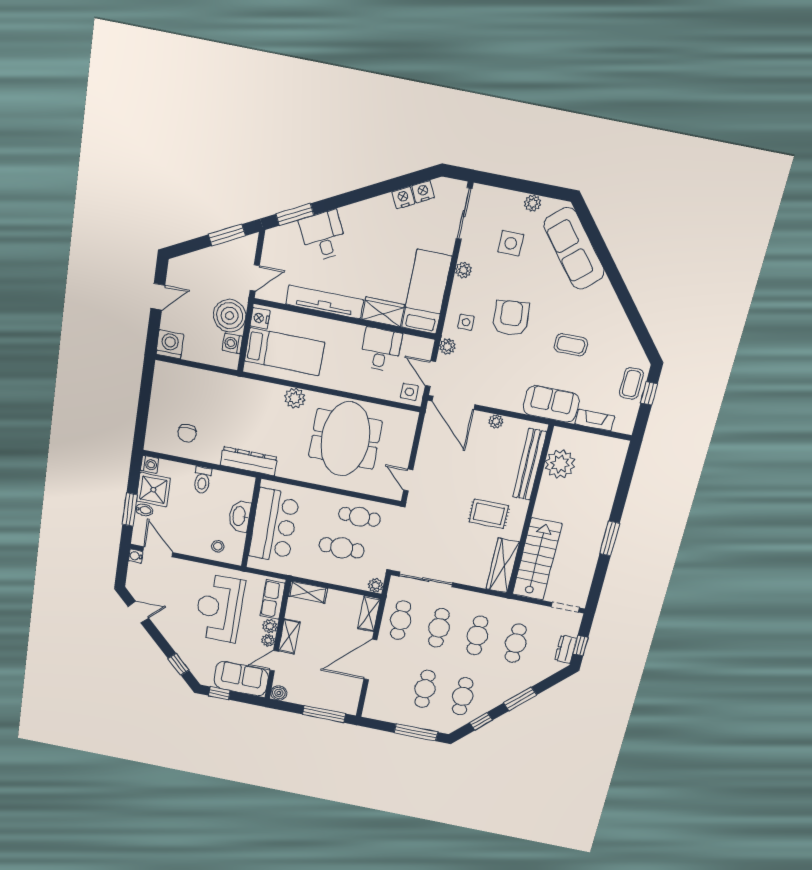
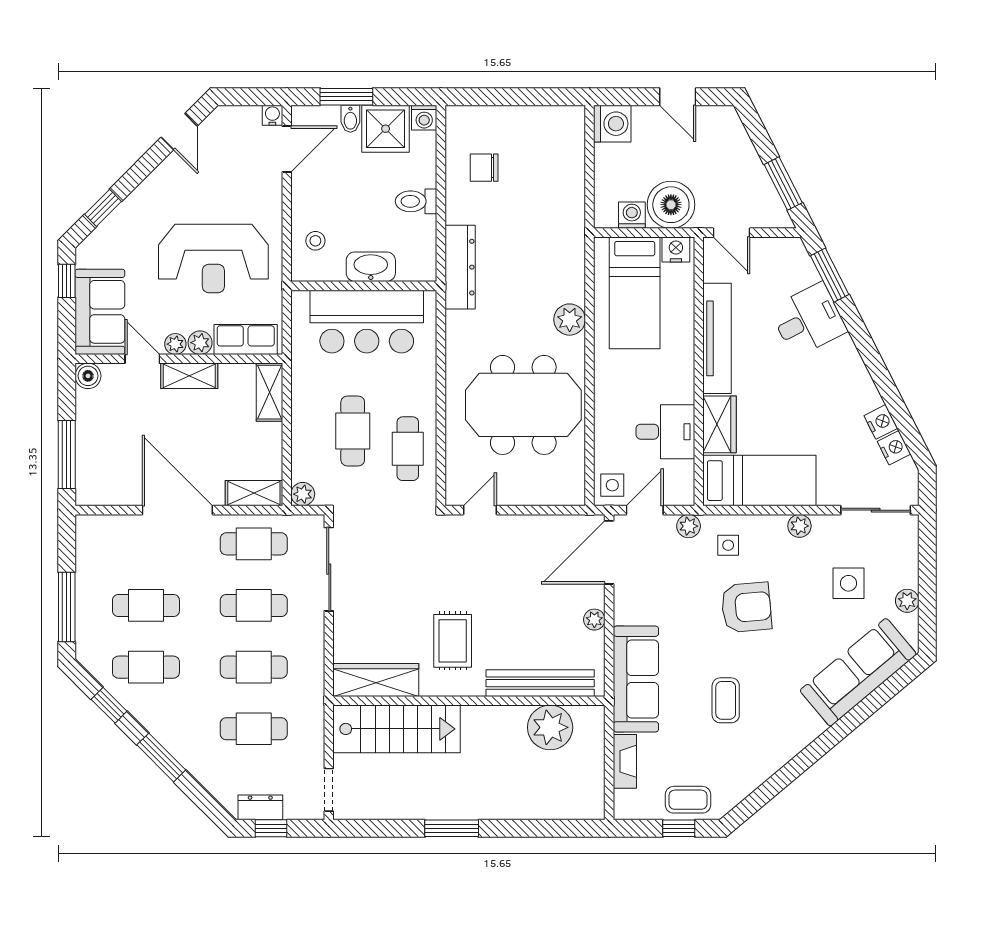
sofa: (551, 404) -> (636, 679), width x1.36
reception desk: (219, 608) -> (213, 259), turned 180

